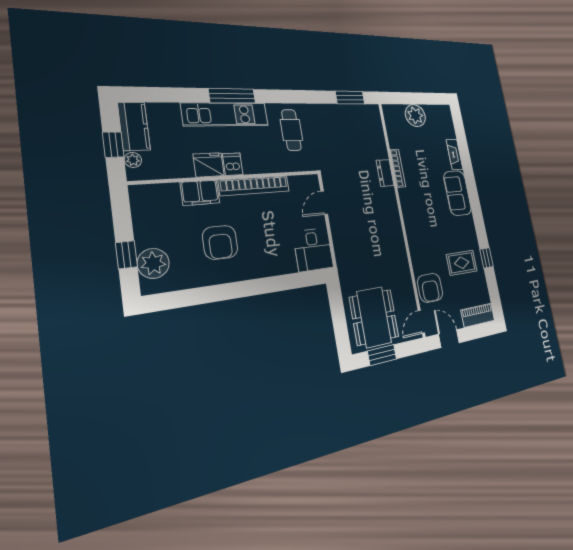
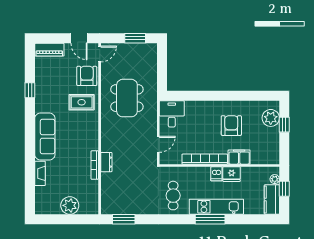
sofa: (458, 193) -> (45, 136), width x1.36
rug: (462, 263) -> (82, 102), moved
dining table: (374, 317) -> (127, 98), moved

